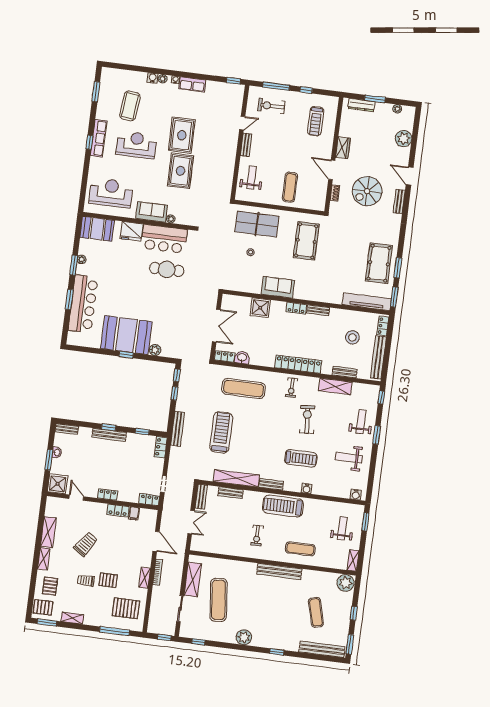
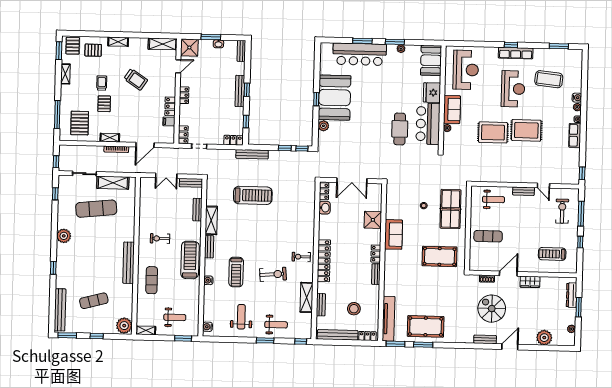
exercise mat: (244, 389) -> (296, 212), removed
shelving: (236, 478) -> (211, 220), width x0.68
shelving: (48, 532) -> (163, 44), moved

